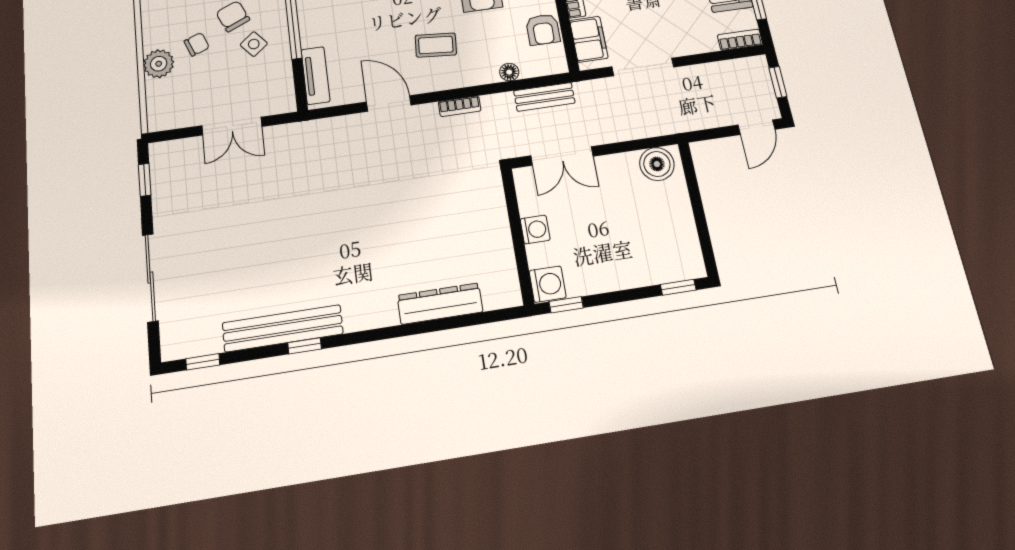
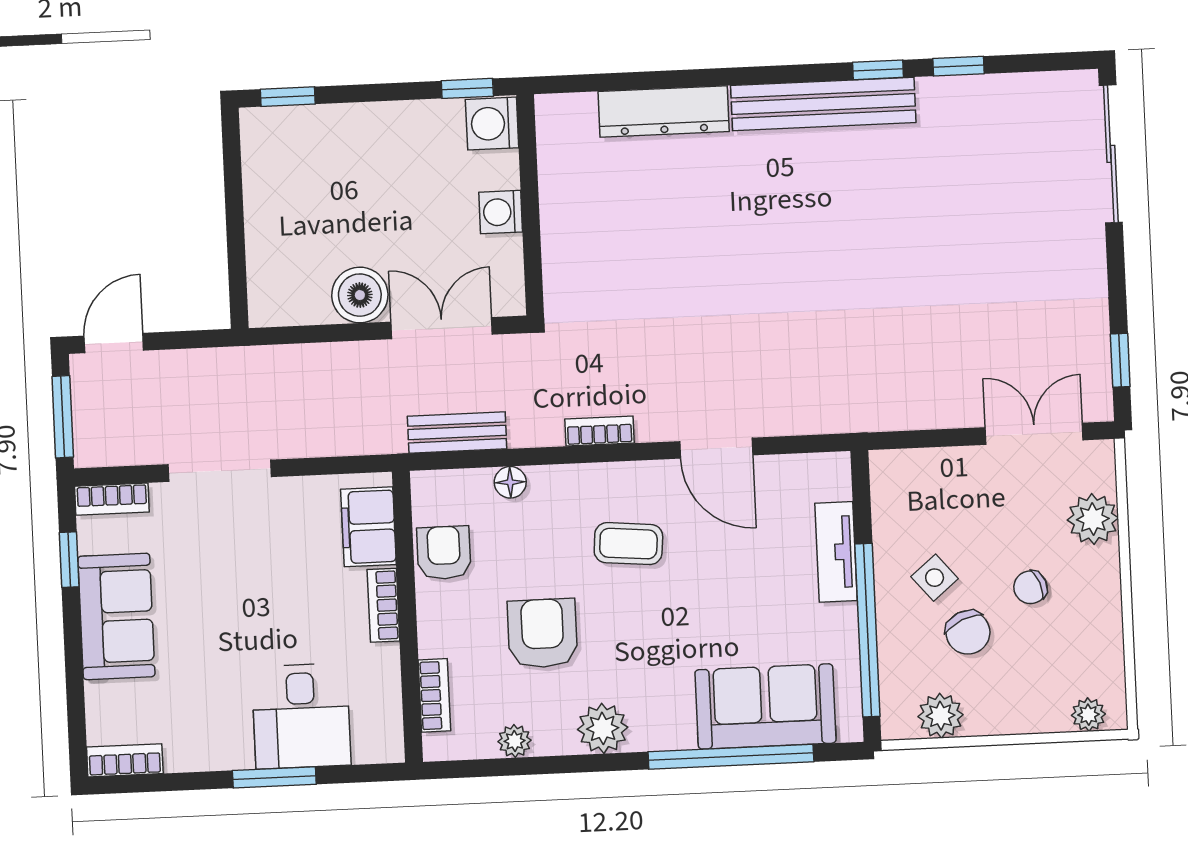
plant: (159, 64) -> (1093, 519), moved
doorway: (643, 67) -> (220, 471), moved
tv unit: (316, 75) -> (836, 552), moved
window: (778, 82) -> (63, 417), width x1.50
double door: (232, 126) -> (1034, 434), moved
boiler: (657, 164) -> (360, 295), moved
sliding door: (150, 278) -> (1111, 154), moved
bench: (283, 328) -> (823, 104), moved
window: (203, 362) -> (959, 66), moved

